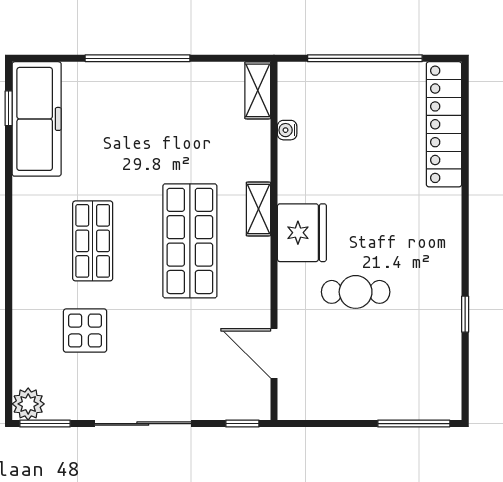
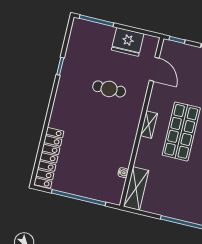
shelving: (258, 90) -> (136, 188), width x1.50, depth x1.33
shelving: (258, 209) -> (149, 125), moved
fridge: (302, 233) -> (128, 42), moved, turned -90

